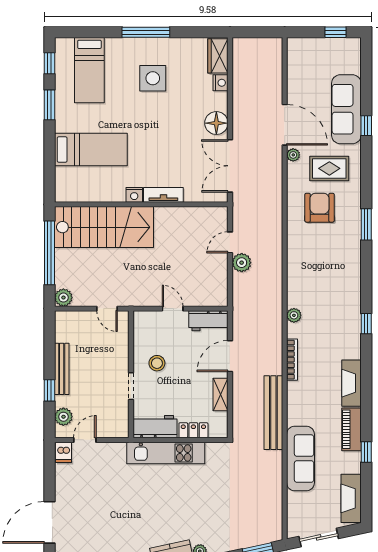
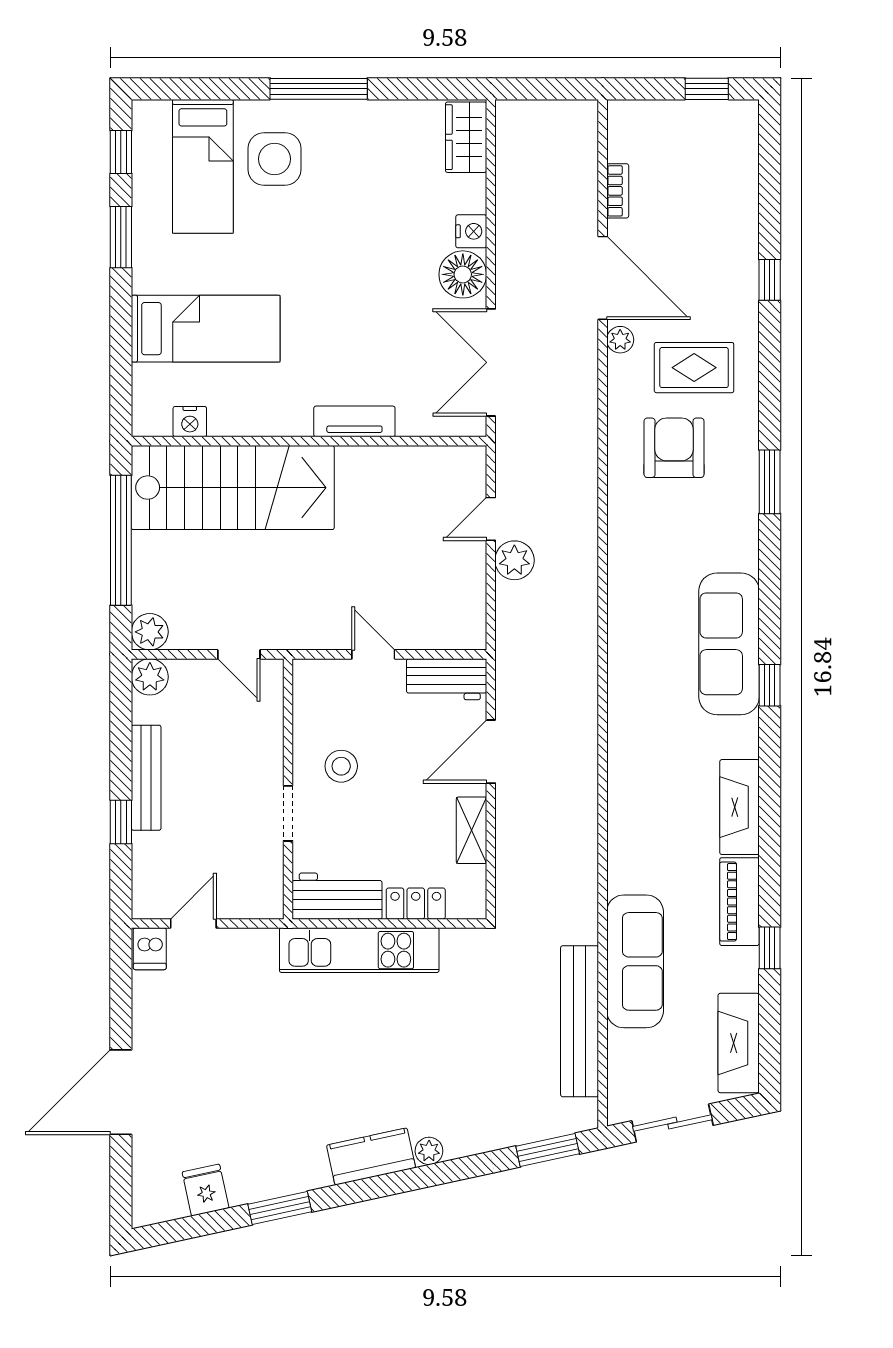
side table: (153, 78) -> (274, 159), moved
nightstand: (220, 83) -> (471, 231), moved
sofa: (346, 109) -> (729, 644), moved
nightstand: (134, 195) -> (190, 422), moved
plant: (294, 315) -> (622, 668), removed
bookcase: (292, 360) -> (618, 191), moved, width x0.64
bench: (273, 413) -> (580, 1021), moved
plant: (63, 417) -> (150, 677), moved

